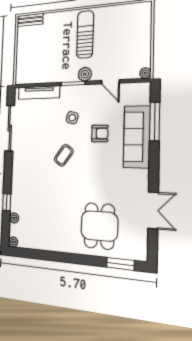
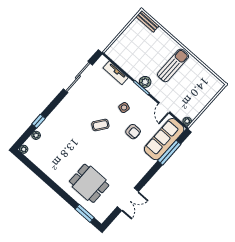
plant: (85, 74) -> (145, 82), moved
tv unit: (39, 93) -> (116, 73), width x0.71
sofa: (137, 137) -> (164, 139), moved
dining table: (99, 226) -> (89, 183), turned 90

